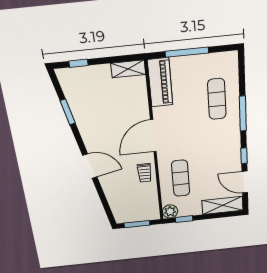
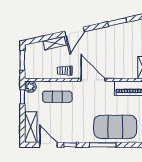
exercise mat: (217, 99) -> (115, 127), width x2.00, depth x1.45
door: (245, 182) -> (49, 145), hinge flipped
shelving: (109, 189) -> (54, 43), added

